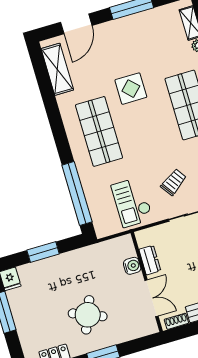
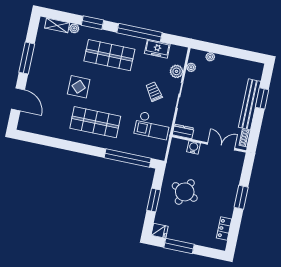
shelving: (57, 69) -> (41, 127), removed
dresser: (150, 260) -> (183, 131), moved
round table: (88, 315) -> (185, 192), moved

